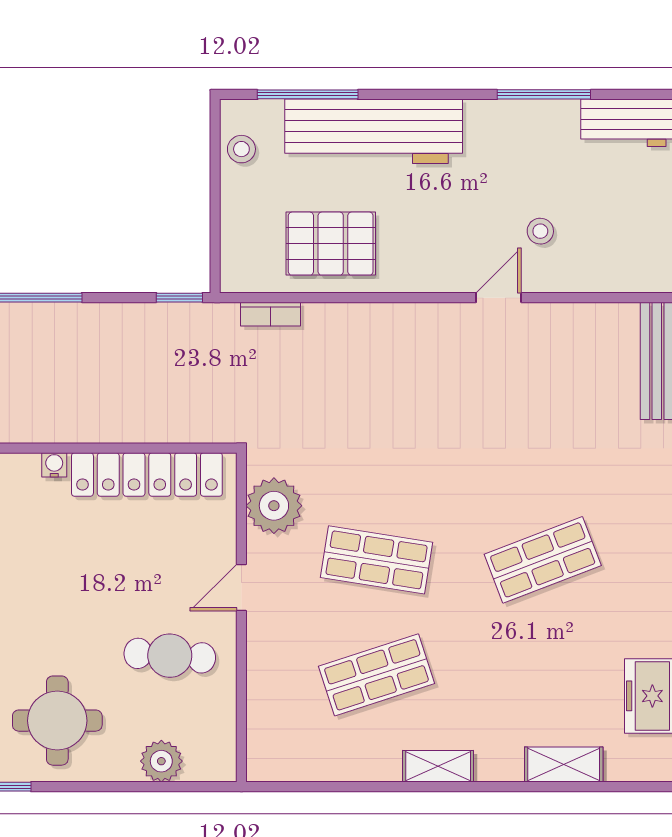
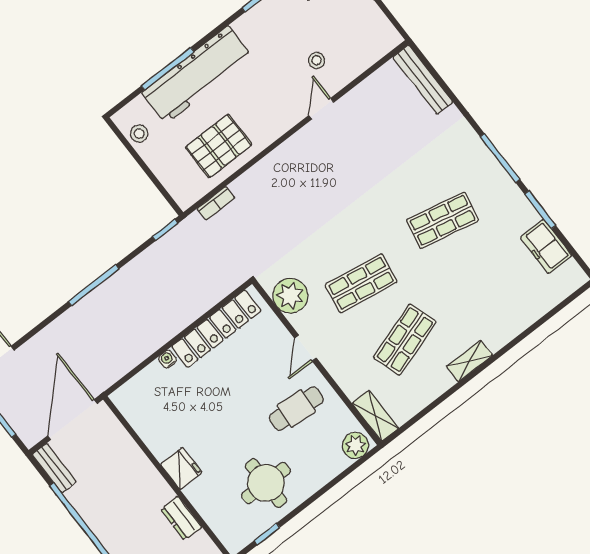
window: (308, 94) -> (168, 69), moved
shop shelf: (543, 560) -> (442, 220), turned 33
plant: (161, 761) -> (355, 445), moved
shelving: (564, 765) -> (375, 416), moved, turned 90

